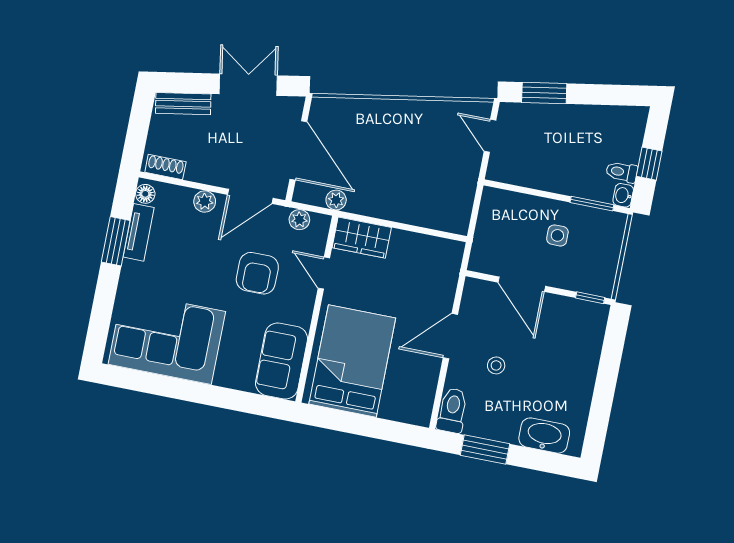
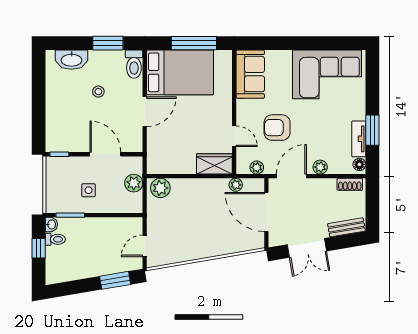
door: (490, 136) -> (145, 246), swing flipped
plant: (449, 218) -> (160, 188), added
plant: (488, 233) -> (134, 183), added
armchair: (257, 273) -> (277, 128), turned -90
bed: (352, 361) -> (180, 72), moved, turned -90
stool: (496, 365) -> (98, 92), moved
window: (356, 424) -> (194, 43), added

